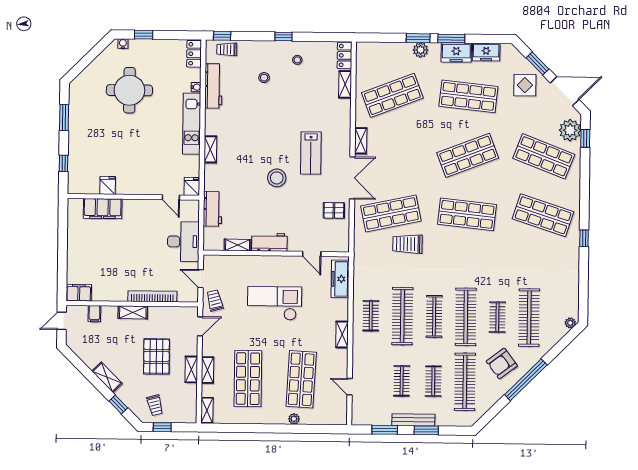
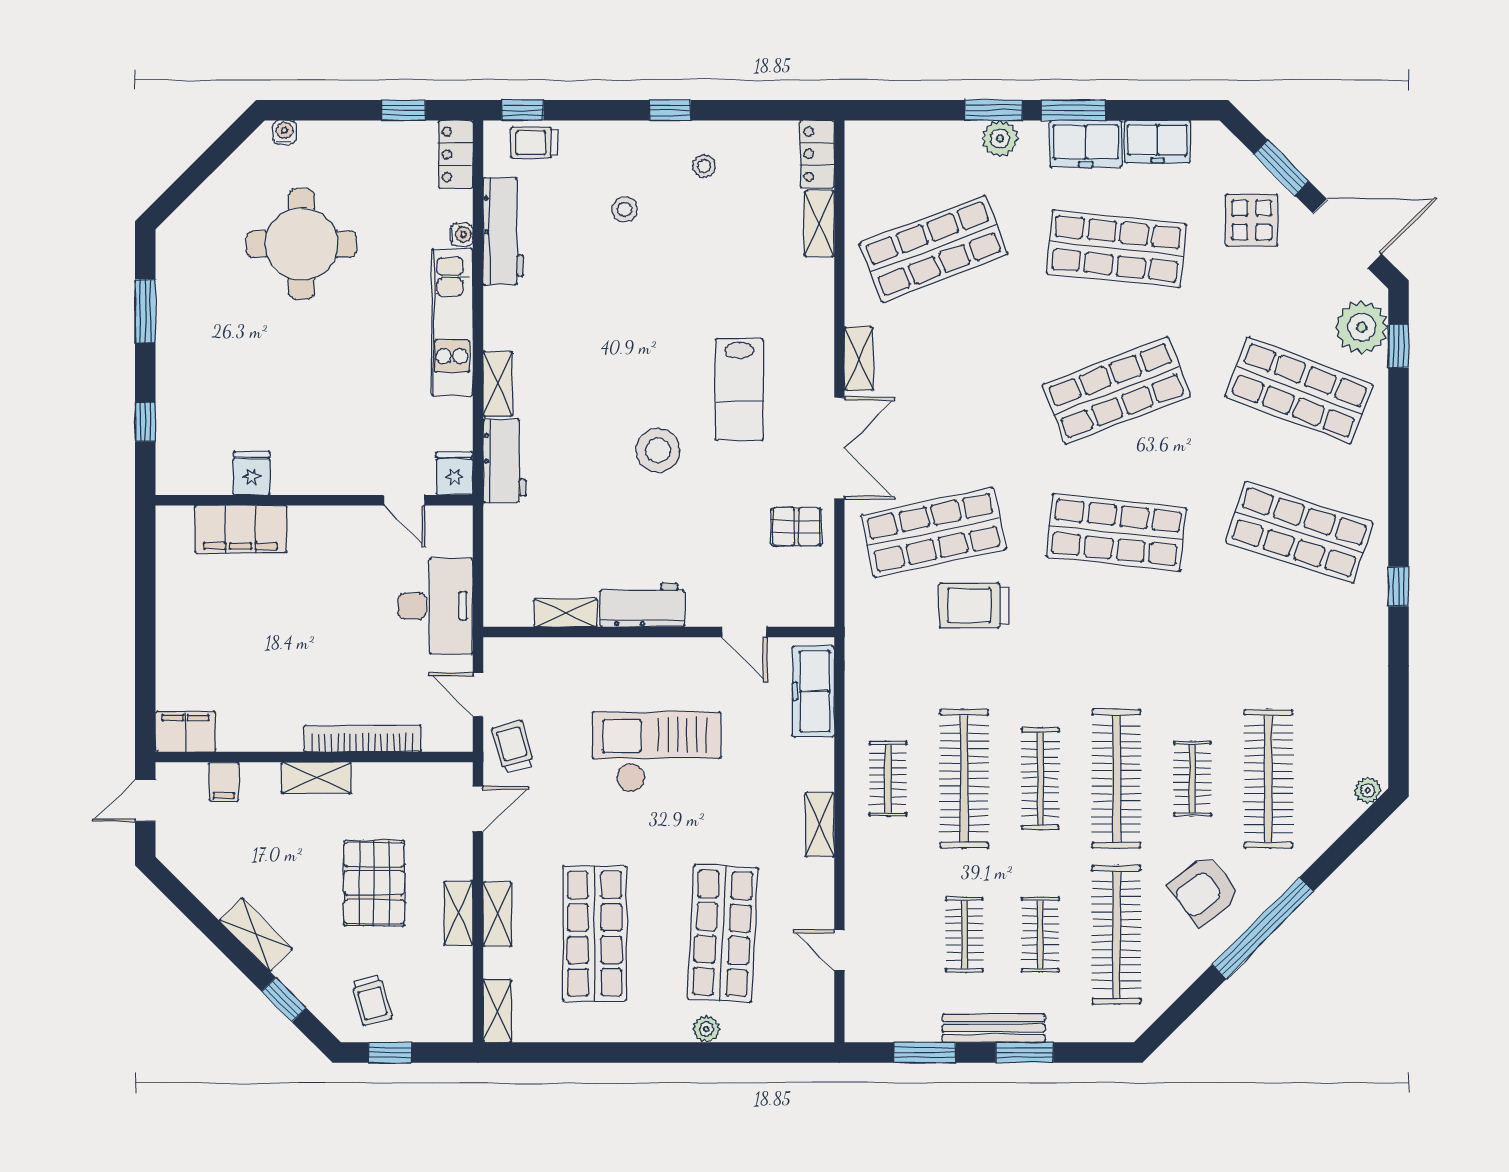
window: (144, 35) -> (404, 110), moved
workbench: (213, 209) -> (505, 461), moved

